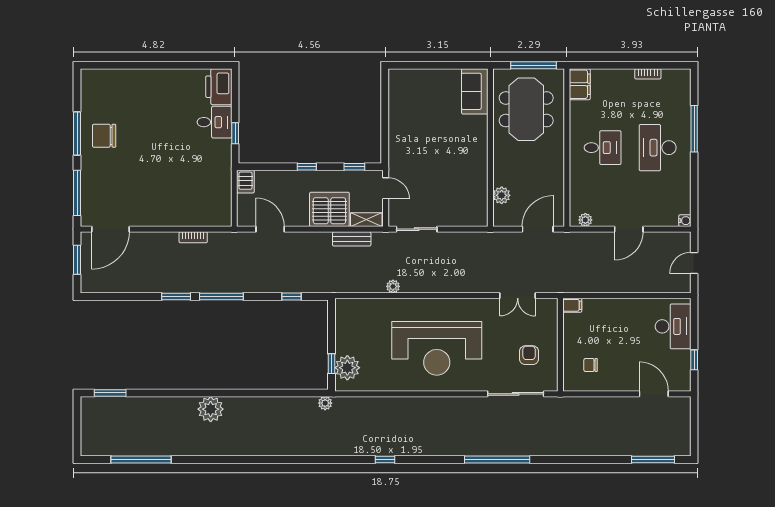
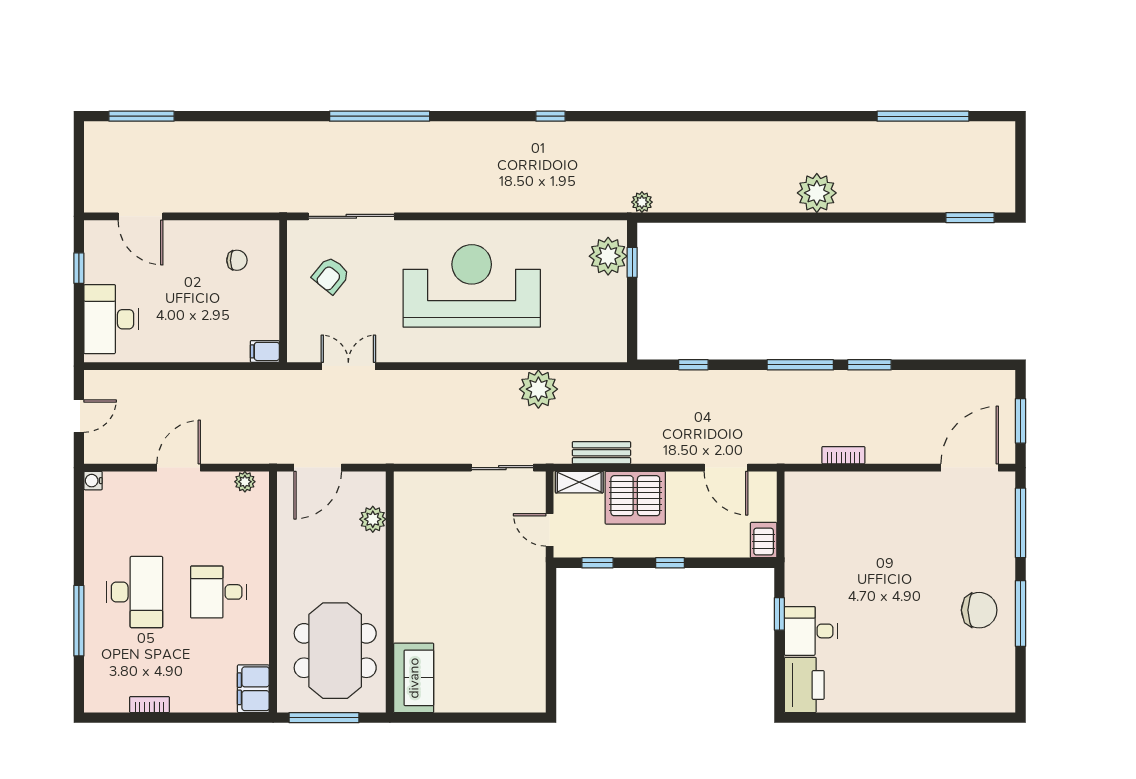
plant: (393, 286) -> (538, 389), width x1.87, depth x1.87
armchair: (529, 355) -> (331, 275), turned 39

